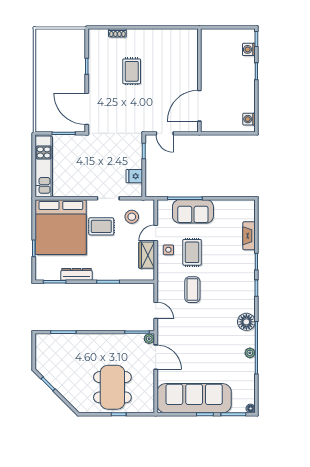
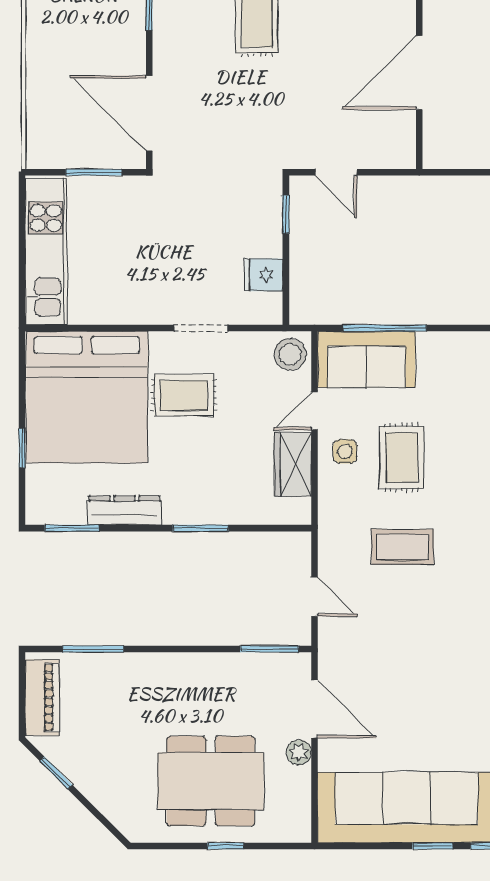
door: (199, 106) -> (419, 73), moved
sofa: (193, 211) -> (366, 359), moved
stool: (132, 217) -> (290, 354), moved
coffee table: (192, 290) -> (402, 547), turned 90
plant: (149, 339) -> (299, 752), moved
piano: (42, 352) -> (42, 697), added
dining table: (112, 387) -> (211, 781), turned 90

